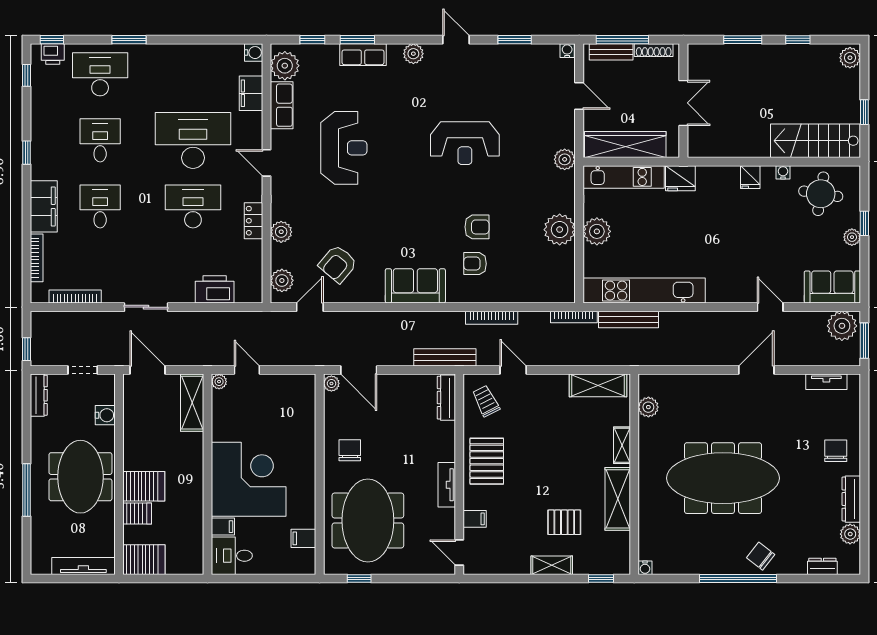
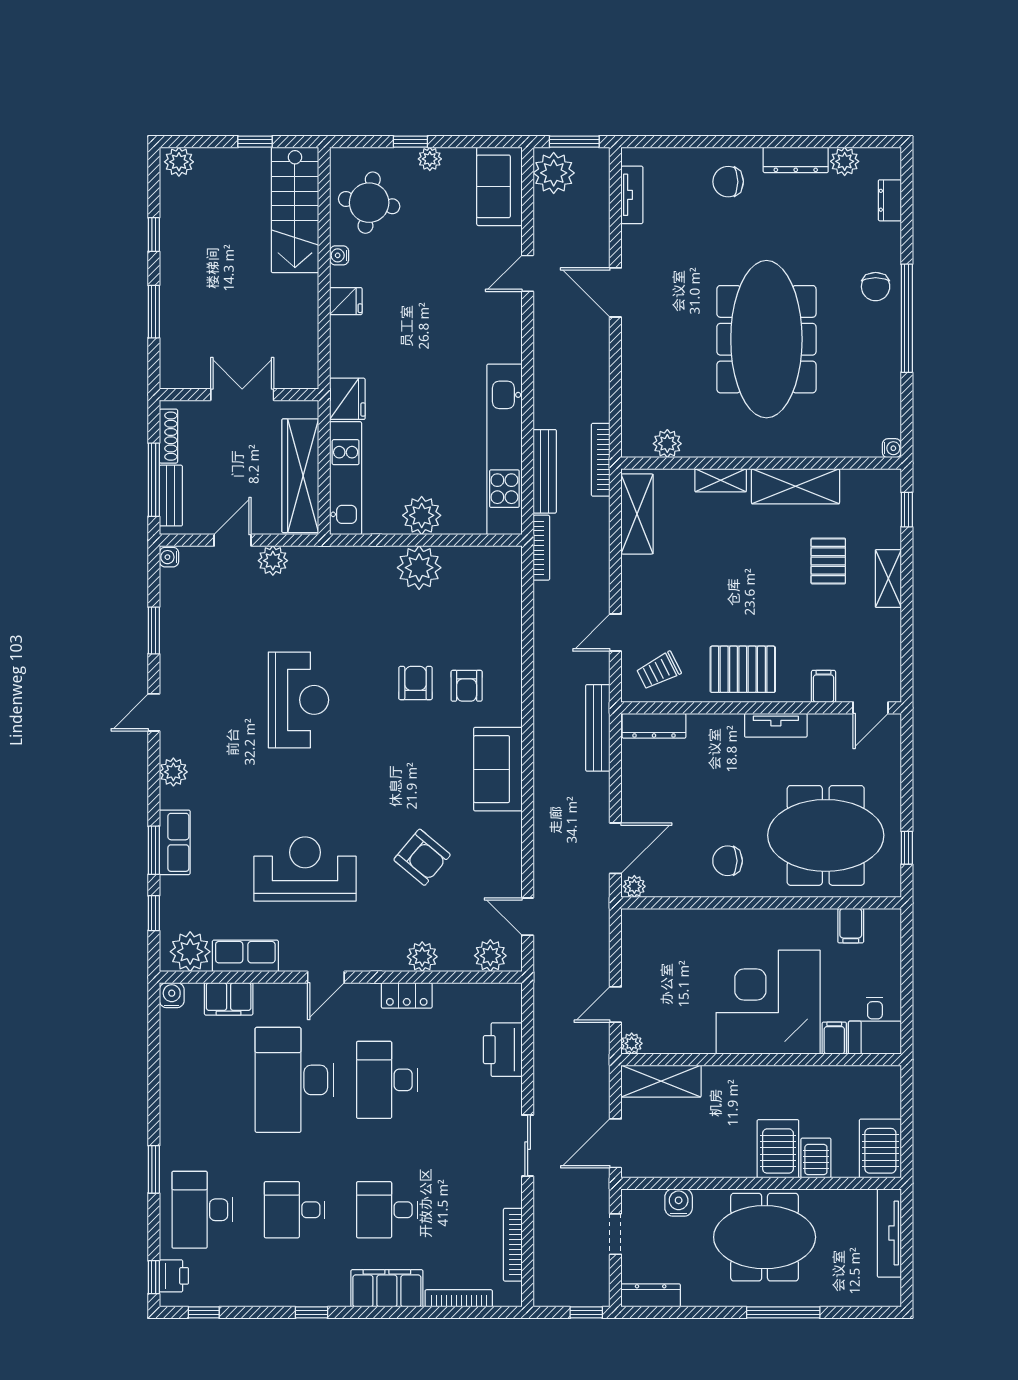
plant: (565, 159) -> (273, 561), moved
armchair: (338, 264) -> (422, 857), moved
bookcase: (492, 318) -> (601, 460), moved, turned 180
chair: (761, 556) -> (876, 287), turned -38

